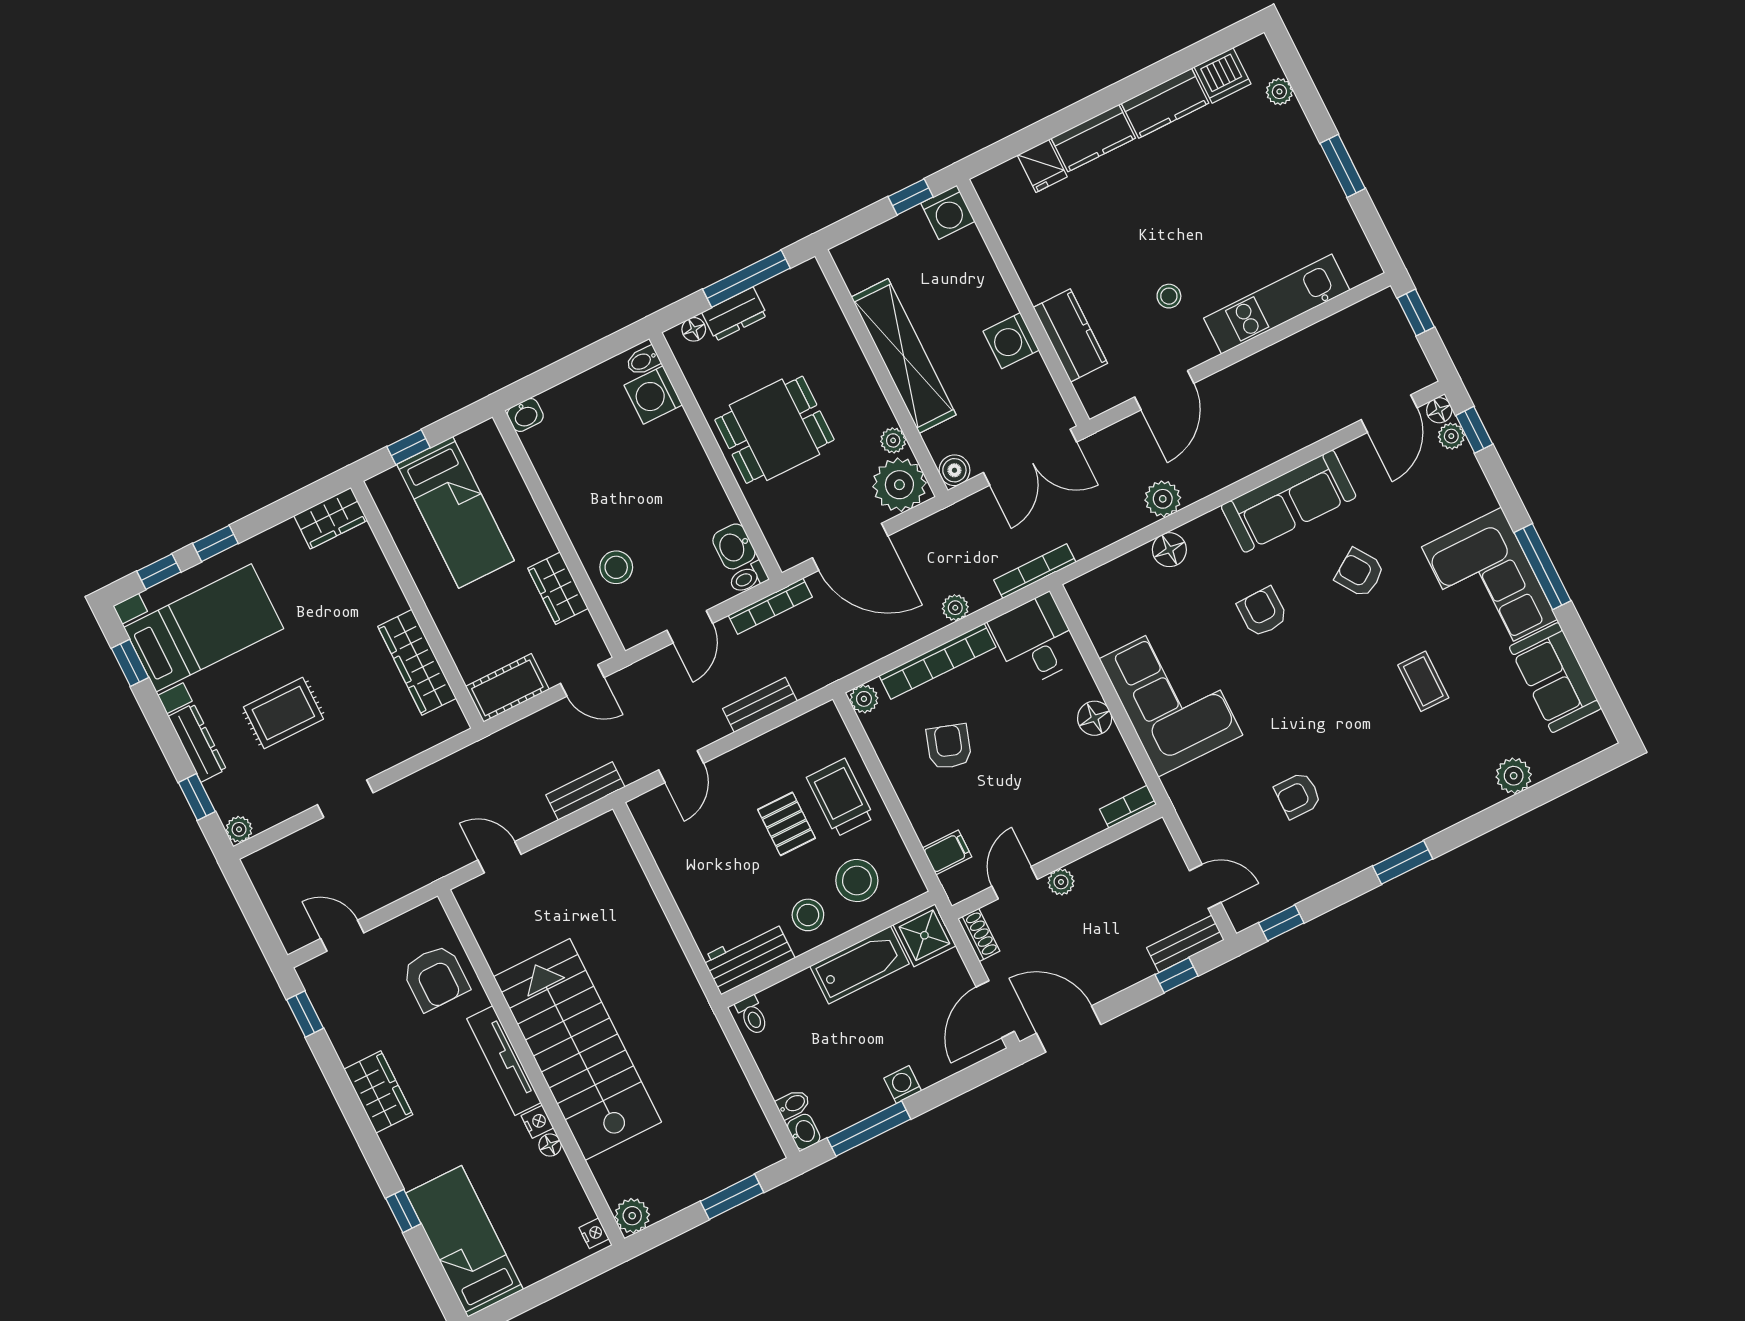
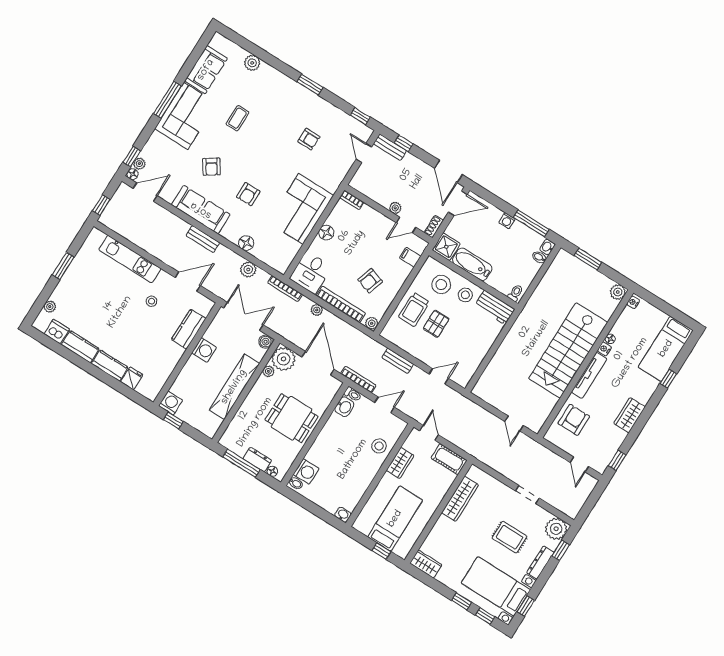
plant: (1163, 499) -> (248, 270), moved
bench: (585, 791) -> (203, 239), moved
plant: (239, 829) -> (556, 529), width x1.88, depth x1.88

